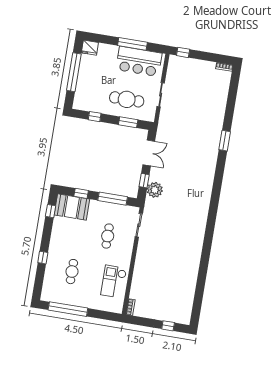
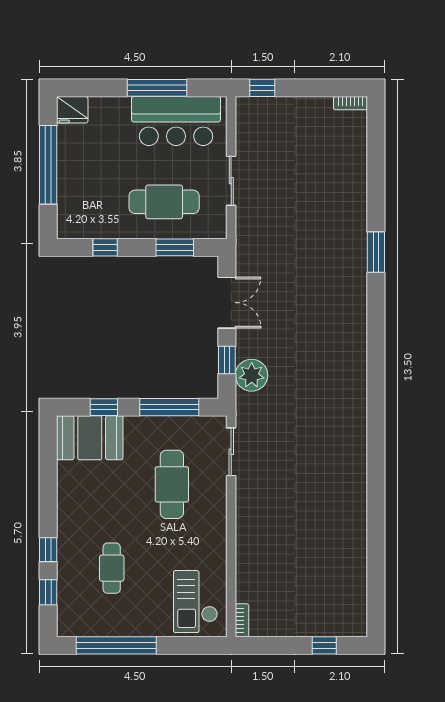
window: (51, 211) -> (48, 592), moved
cafe table: (108, 236) -> (172, 484), width x1.37, depth x1.35
checkout: (114, 282) -> (195, 602), moved

